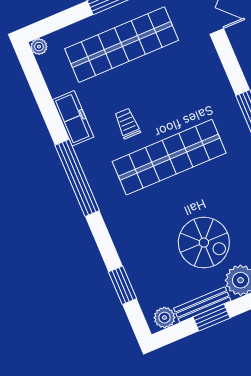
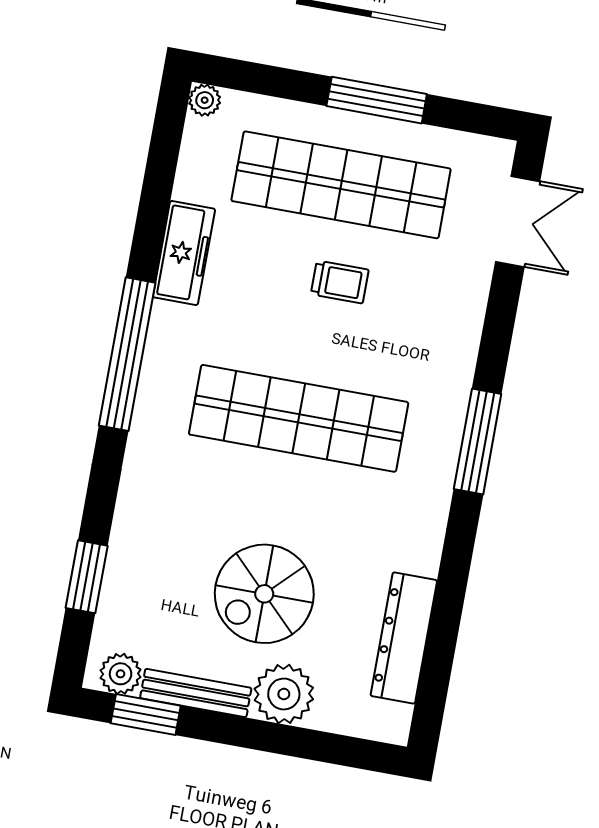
trolley: (127, 123) -> (340, 282), moved, turned 90
spiral stairs: (204, 243) -> (264, 594), turned 90
window: (212, 318) -> (146, 715), moved

